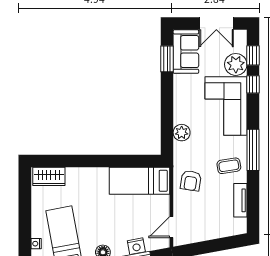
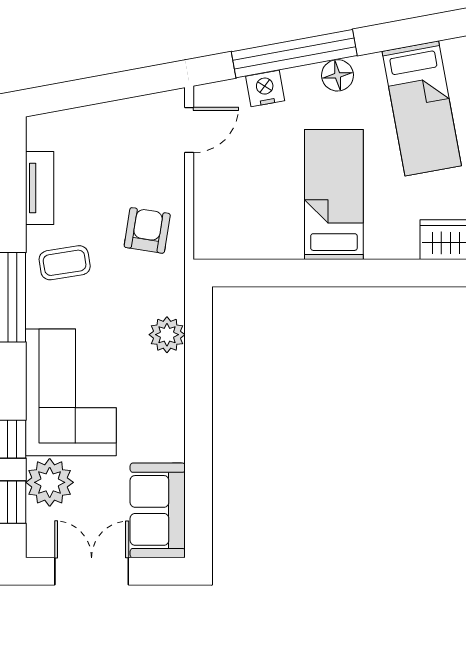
window: (167, 59) -> (199, 494), removed
bed: (139, 181) -> (334, 195), moved, turned -90

